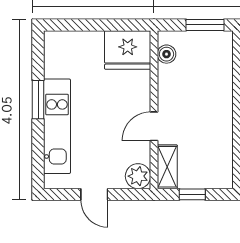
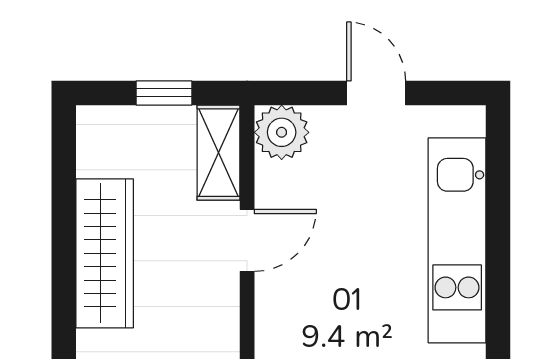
window: (38, 100) -> (498, 298), removed
wardrobe: (220, 120) -> (105, 253), added

